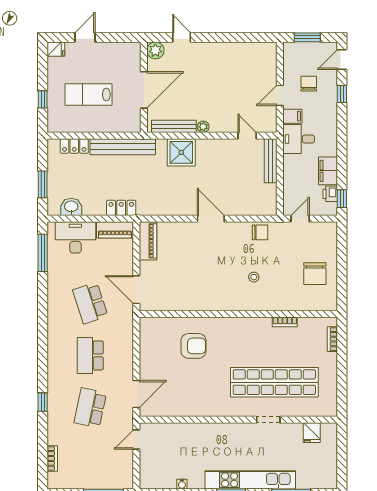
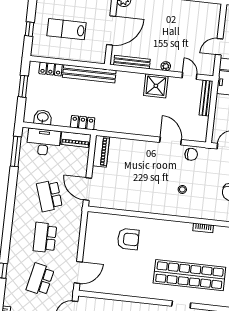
plant: (203, 127) -> (166, 66), moved
shower: (181, 152) -> (156, 86), moved
window: (43, 184) -> (23, 86), moved
door: (211, 219) -> (171, 141), moved

